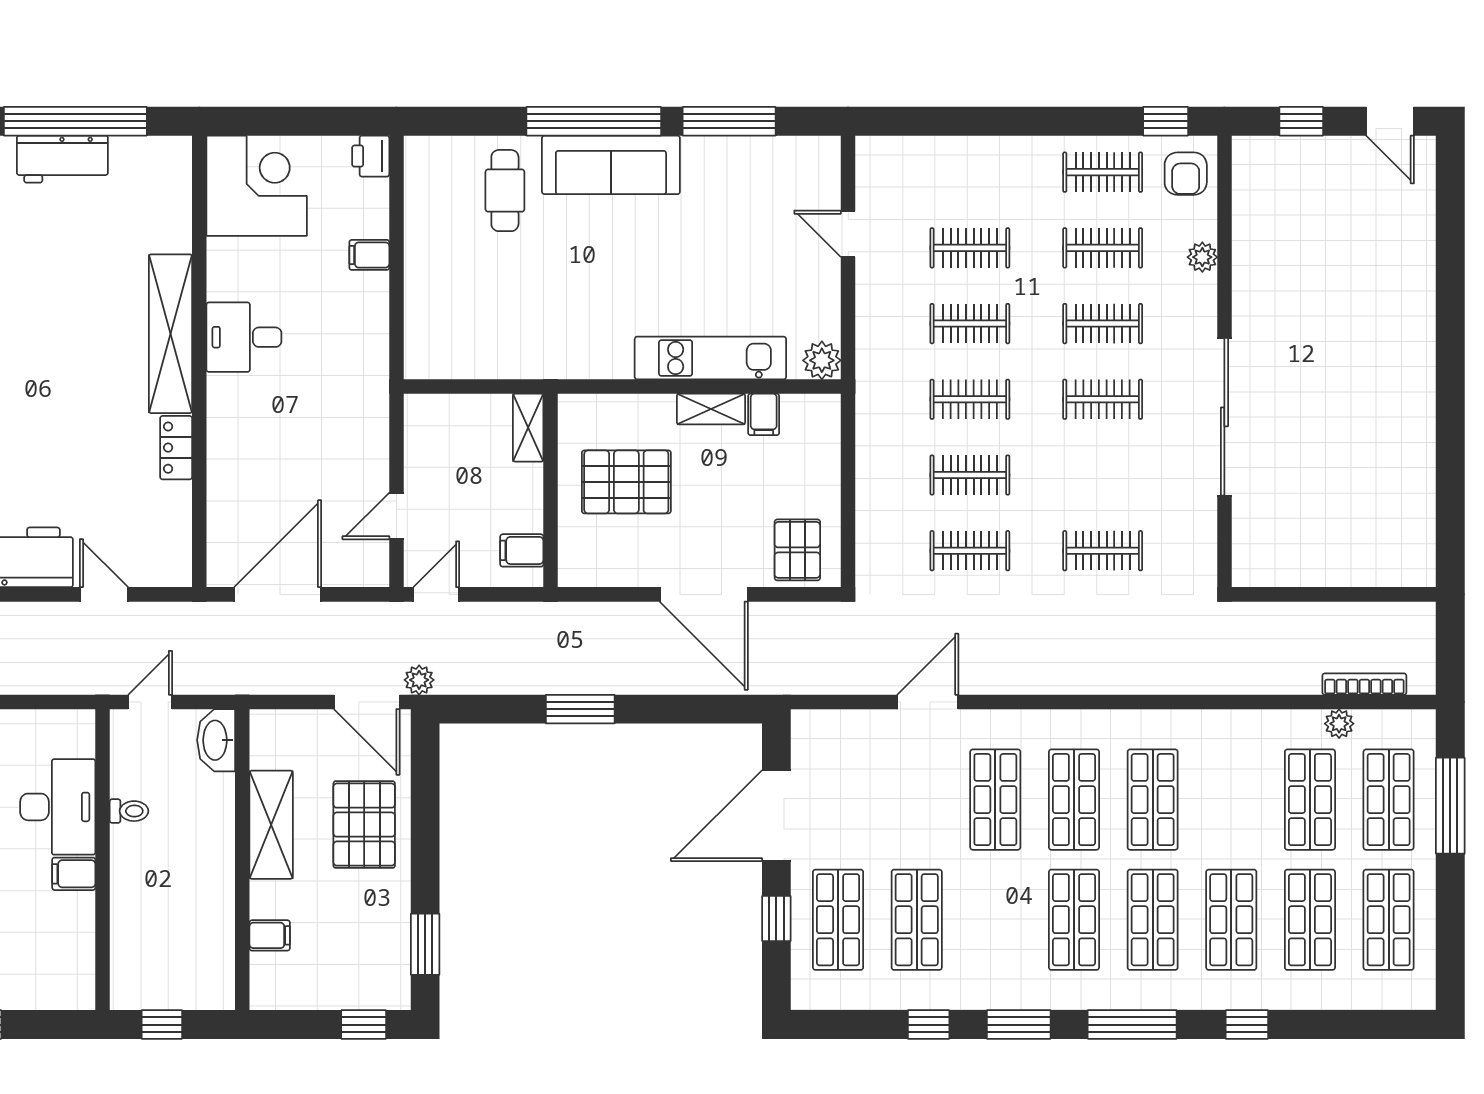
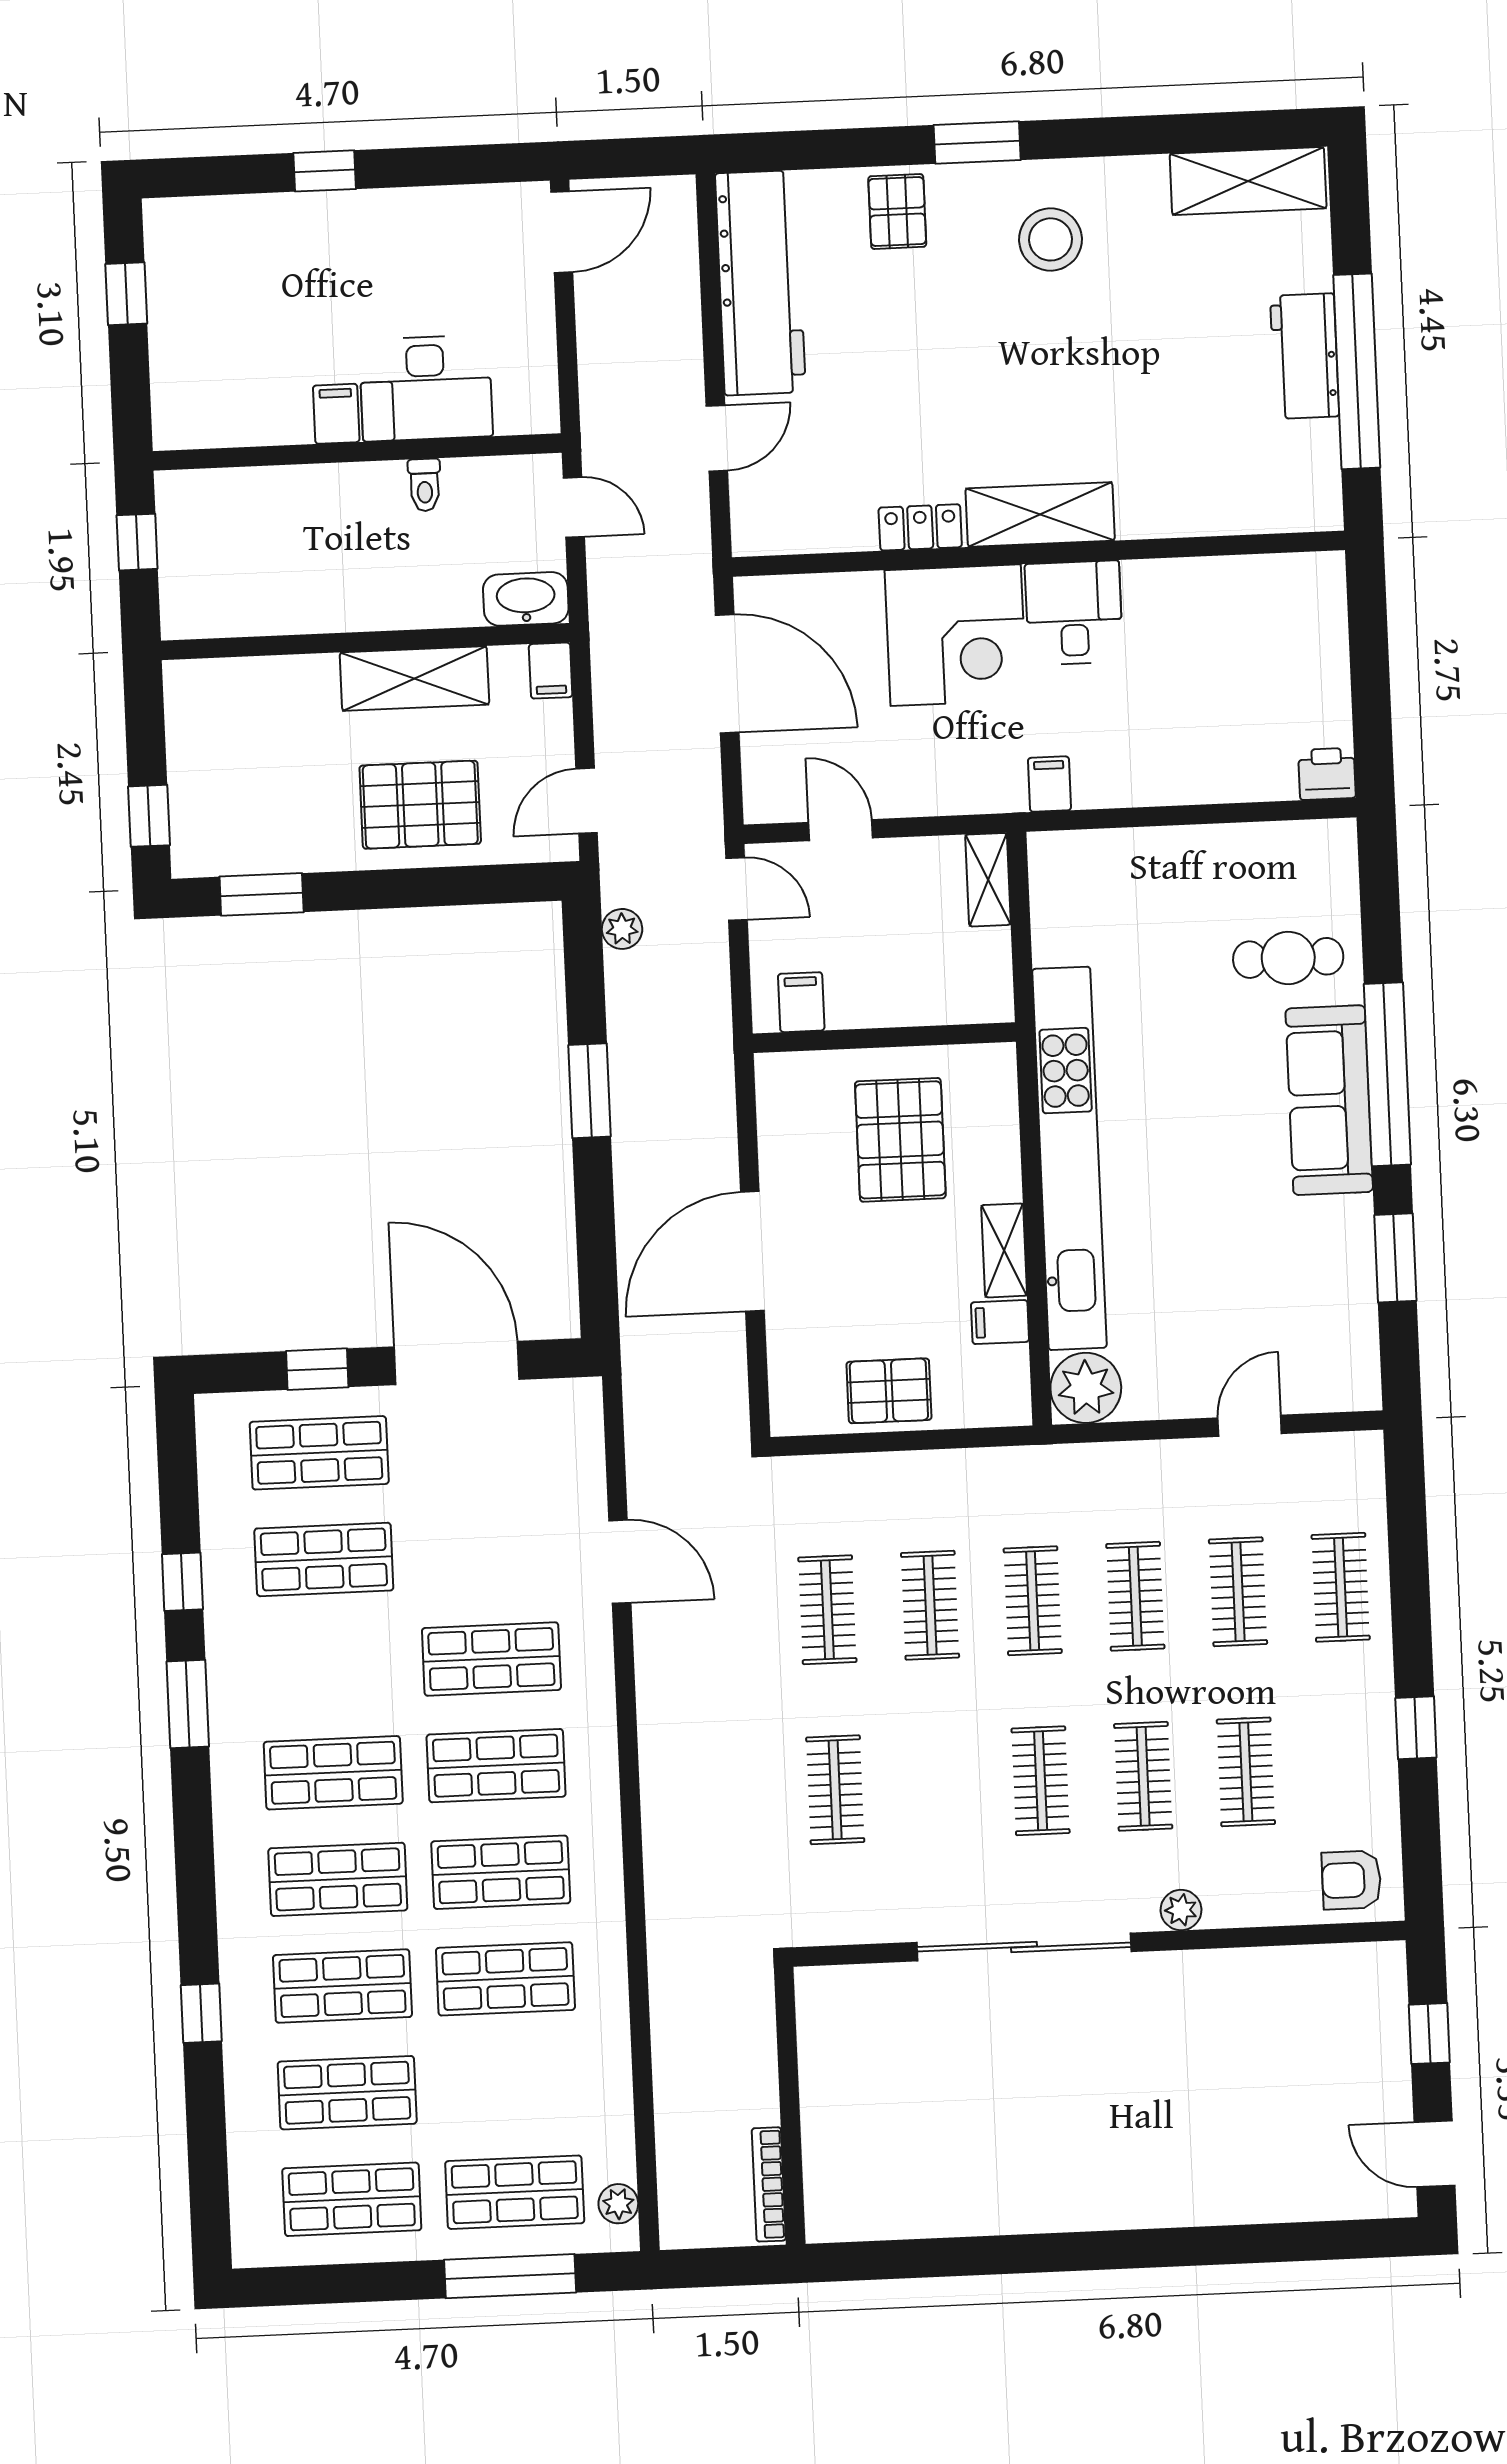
window: (729, 121) -> (1395, 1258), width x0.69
window: (1166, 121) -> (1416, 1728), moved
door: (1390, 121) -> (1435, 2154), hinge flipped
clothes rail: (1103, 172) -> (1341, 1587), moved
corner desk: (257, 186) -> (956, 635), moved
filing cabinet: (369, 255) -> (1049, 784), moved
plant: (1202, 257) -> (1181, 1910), moved
shelving: (170, 334) -> (1040, 514), width x0.68
kitchen unit: (710, 358) -> (1069, 1158), width x1.86
plant: (822, 360) -> (1086, 1388), width x1.36, depth x1.36
shelving: (528, 428) -> (988, 880), moved, turned 90
pallet: (797, 550) -> (889, 1391), moved
plant: (419, 680) -> (622, 929), moved
bookcase: (1364, 684) -> (769, 2184), moved, turned 180
door: (367, 702) -> (587, 801), width x0.73
plant: (1339, 724) -> (618, 2204), moved
shop shelf: (1310, 800) -> (505, 1979), moved
filing cabinet: (270, 935) -> (551, 671), moved
window: (1132, 1025) -> (195, 1858), removed

